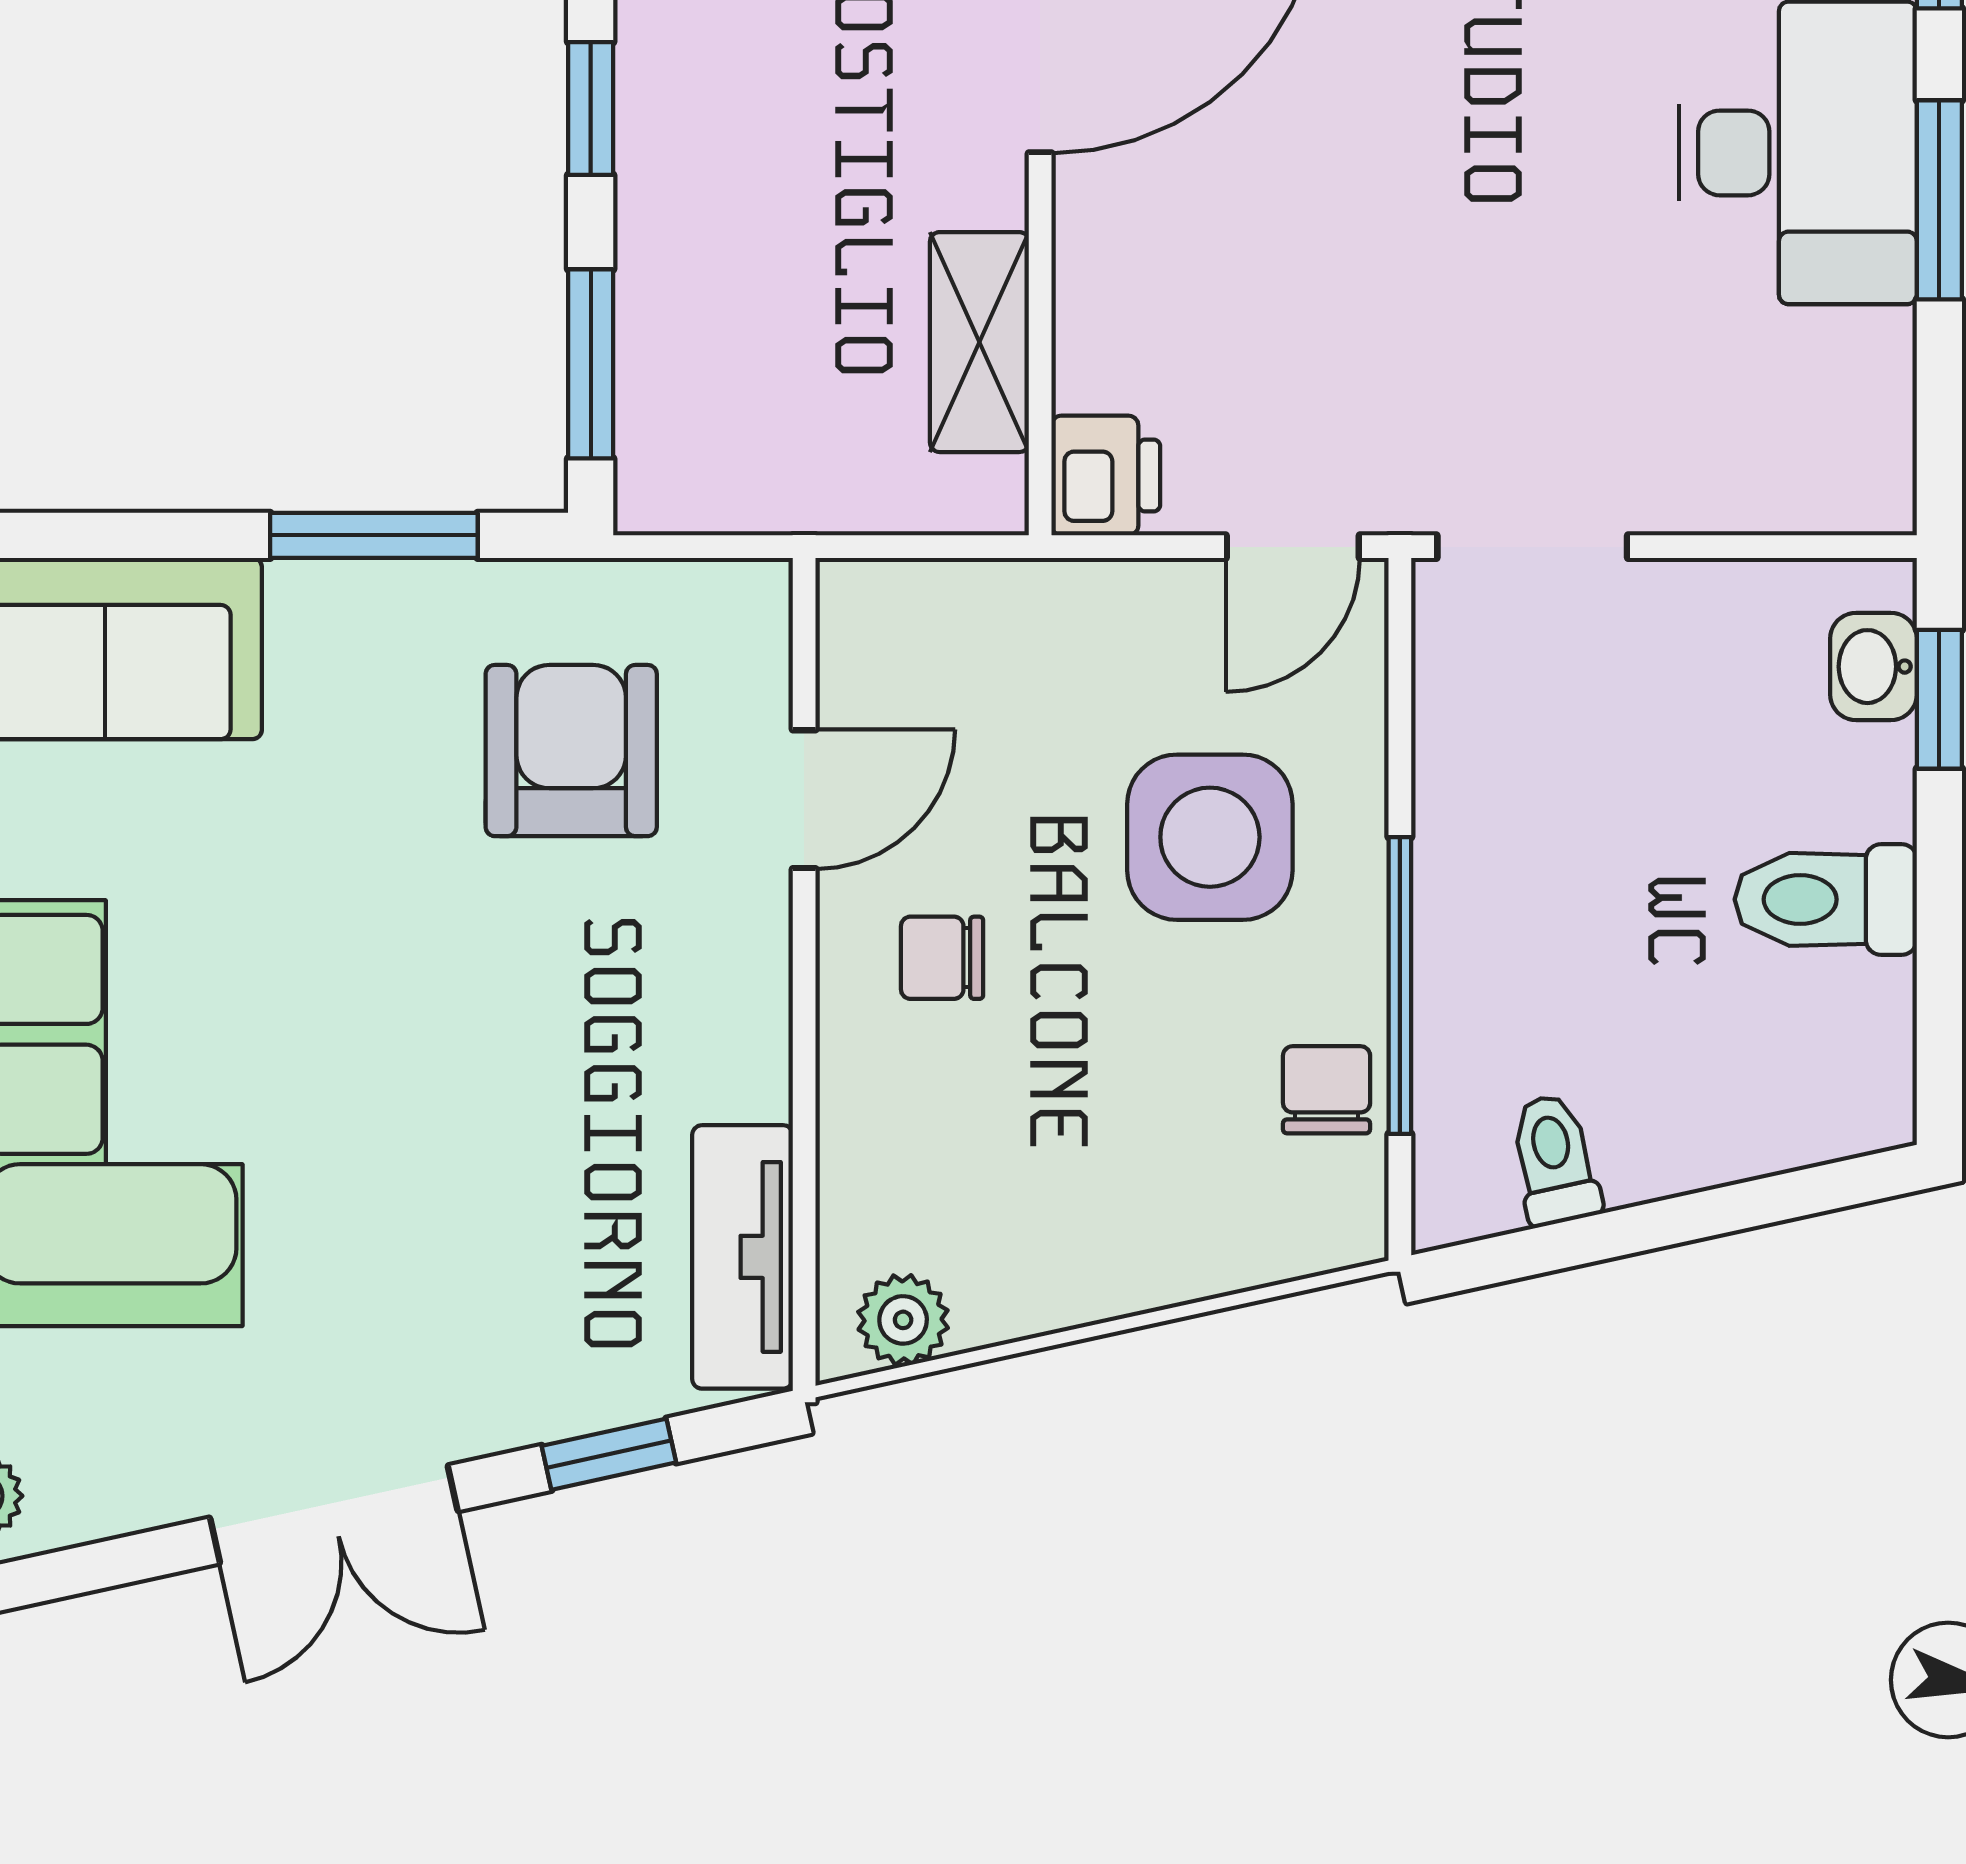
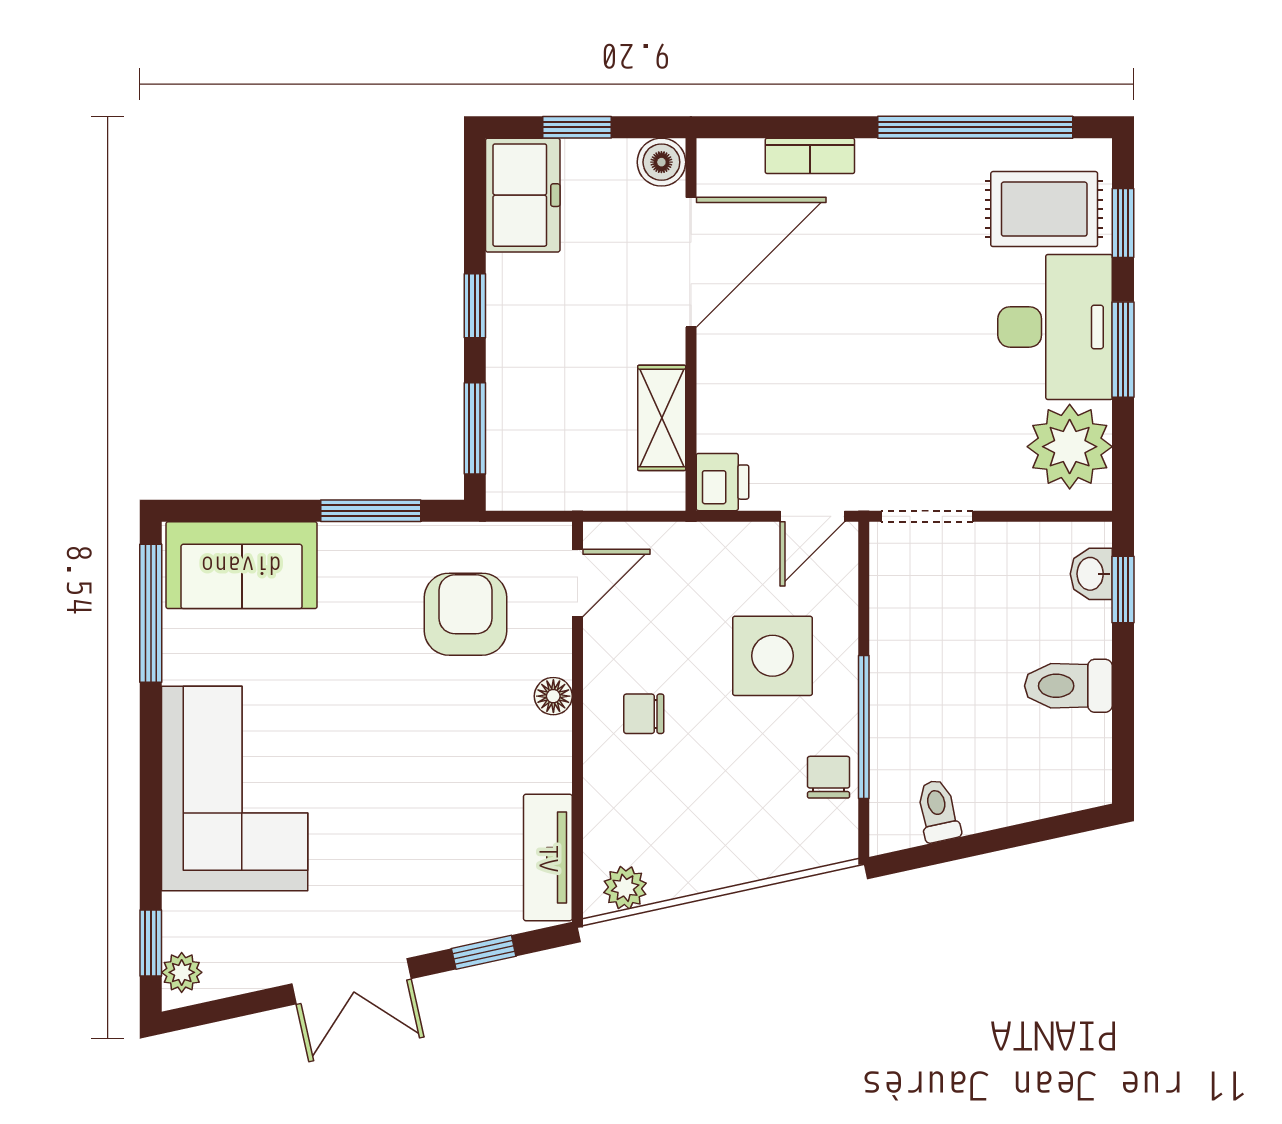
plant: (1828, 402) -> (1070, 447), added
door: (804, 799) -> (577, 583), moved
floor lamp: (754, 921) -> (553, 696), added

